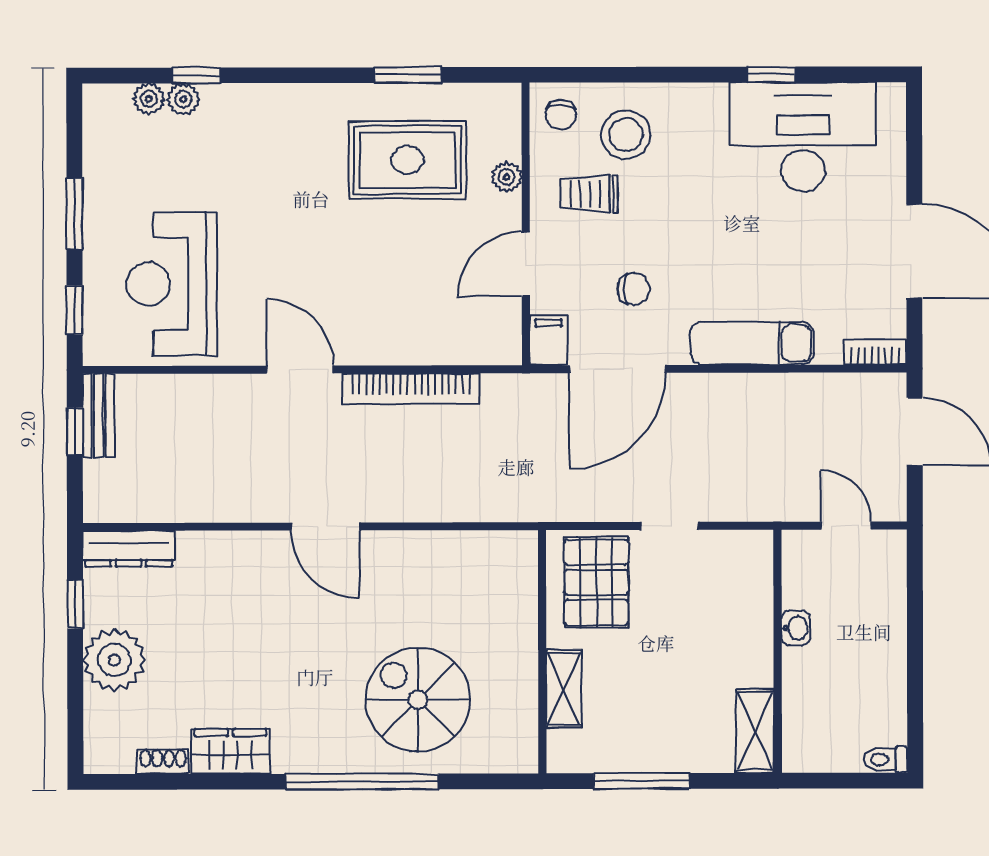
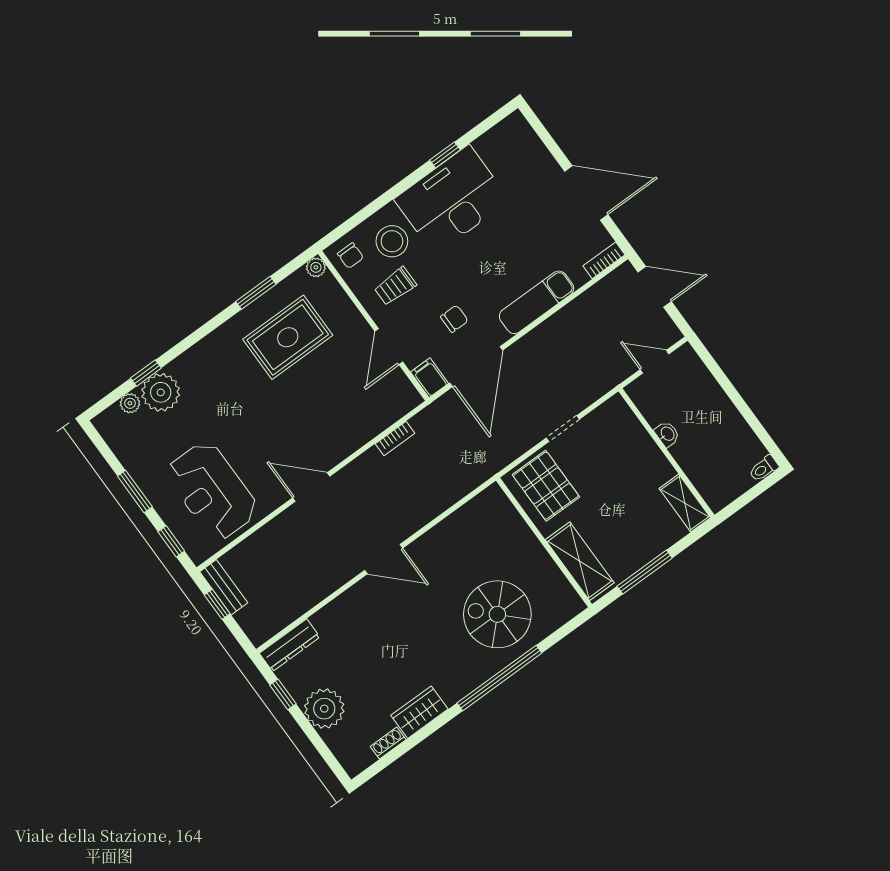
plant: (183, 99) -> (161, 392), width x1.87, depth x1.87
desk: (803, 137) -> (452, 200), moved
plant: (507, 177) -> (316, 267), moved
bookcase: (411, 389) -> (395, 438), width x0.43, depth x0.76
shelving: (564, 688) -> (580, 561), width x1.50, depth x1.33

